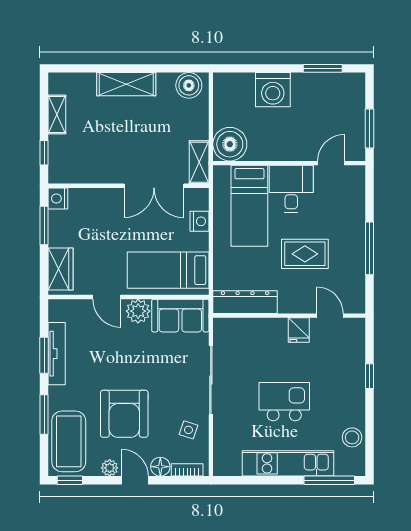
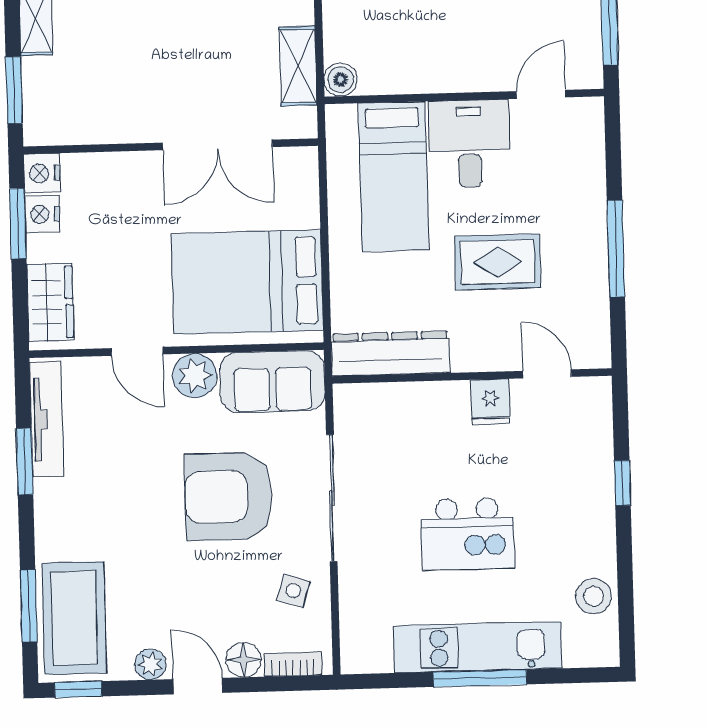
boiler: (230, 144) -> (341, 79), width x0.54, depth x0.54
window: (44, 153) -> (14, 90), width x1.50
shelving: (199, 162) -> (298, 66), moved
nightstand: (199, 221) -> (42, 214), moved, turned 180
bed: (168, 270) -> (247, 282), width x1.50
tv unit: (57, 354) -> (47, 419), moved
kitchen island: (284, 402) -> (467, 534), turned 180
window: (44, 414) -> (29, 606), moved
armchair: (124, 414) -> (229, 496), moved, turned 90
window: (329, 480) -> (480, 678), moved

